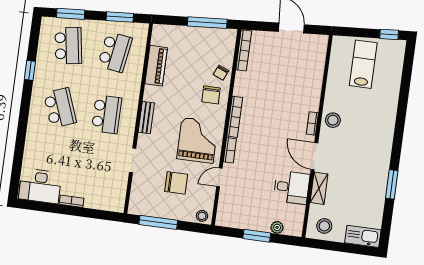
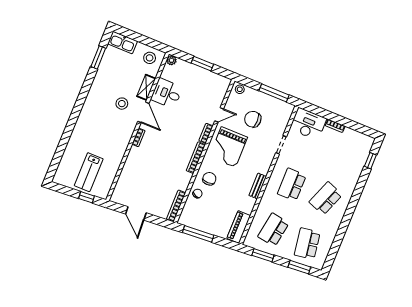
window: (389, 34) -> (87, 197), moved
piano: (156, 66) -> (239, 227), moved
window: (30, 70) -> (370, 161), moved
school desk: (60, 108) -> (326, 198), turned 42
bench: (146, 118) -> (258, 186), moved
stool: (333, 120) -> (122, 104), moved
window: (392, 184) -> (98, 57), moved
desk: (40, 186) -> (308, 124), moved
plant: (277, 227) -> (171, 60), moved

